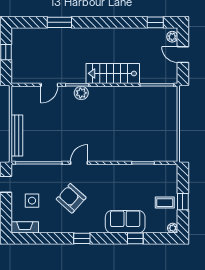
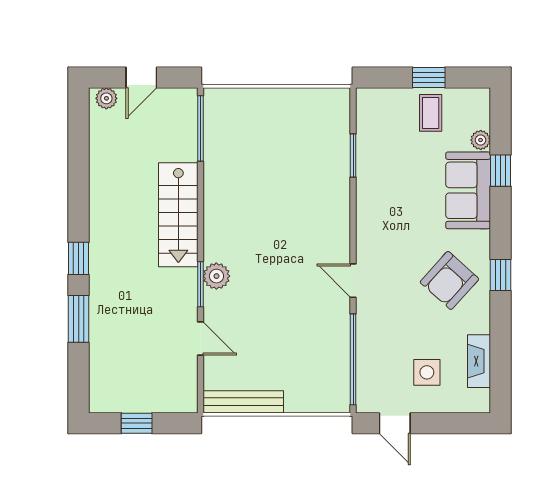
window: (155, 22) -> (79, 258), moved
bench: (17, 135) -> (243, 402), moved
armchair: (71, 198) -> (449, 280), moved
fireplace: (25, 227) -> (479, 361), moved
plant: (173, 228) -> (481, 140), moved

